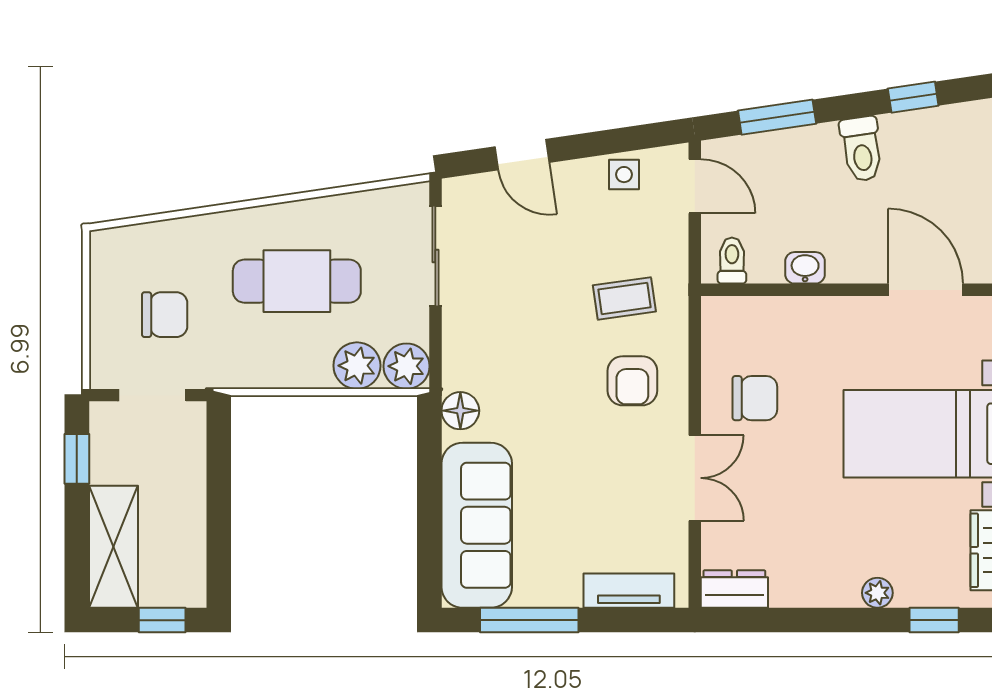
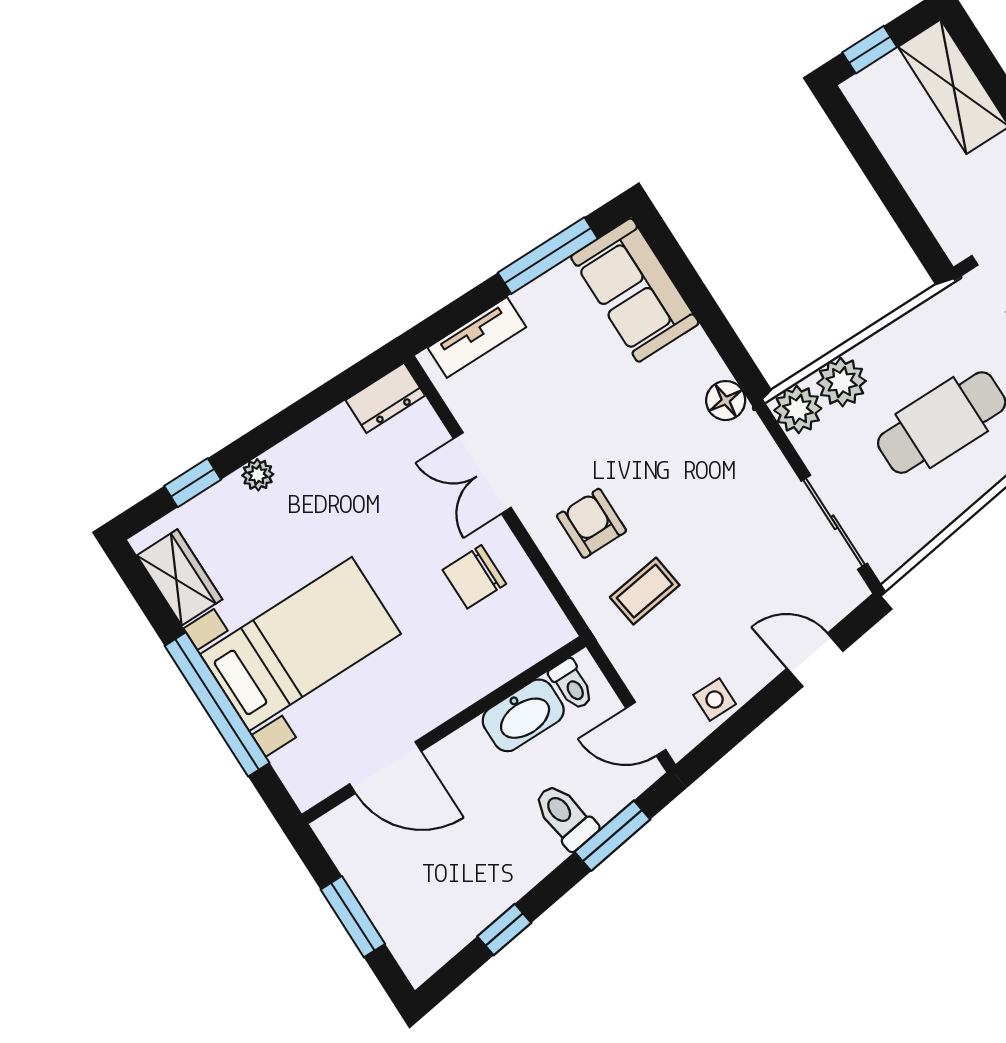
toilet: (862, 149) -> (565, 816), moved
washbasin: (805, 268) -> (523, 715), width x1.91, depth x1.45
sofa: (477, 525) -> (635, 290), width x0.73

